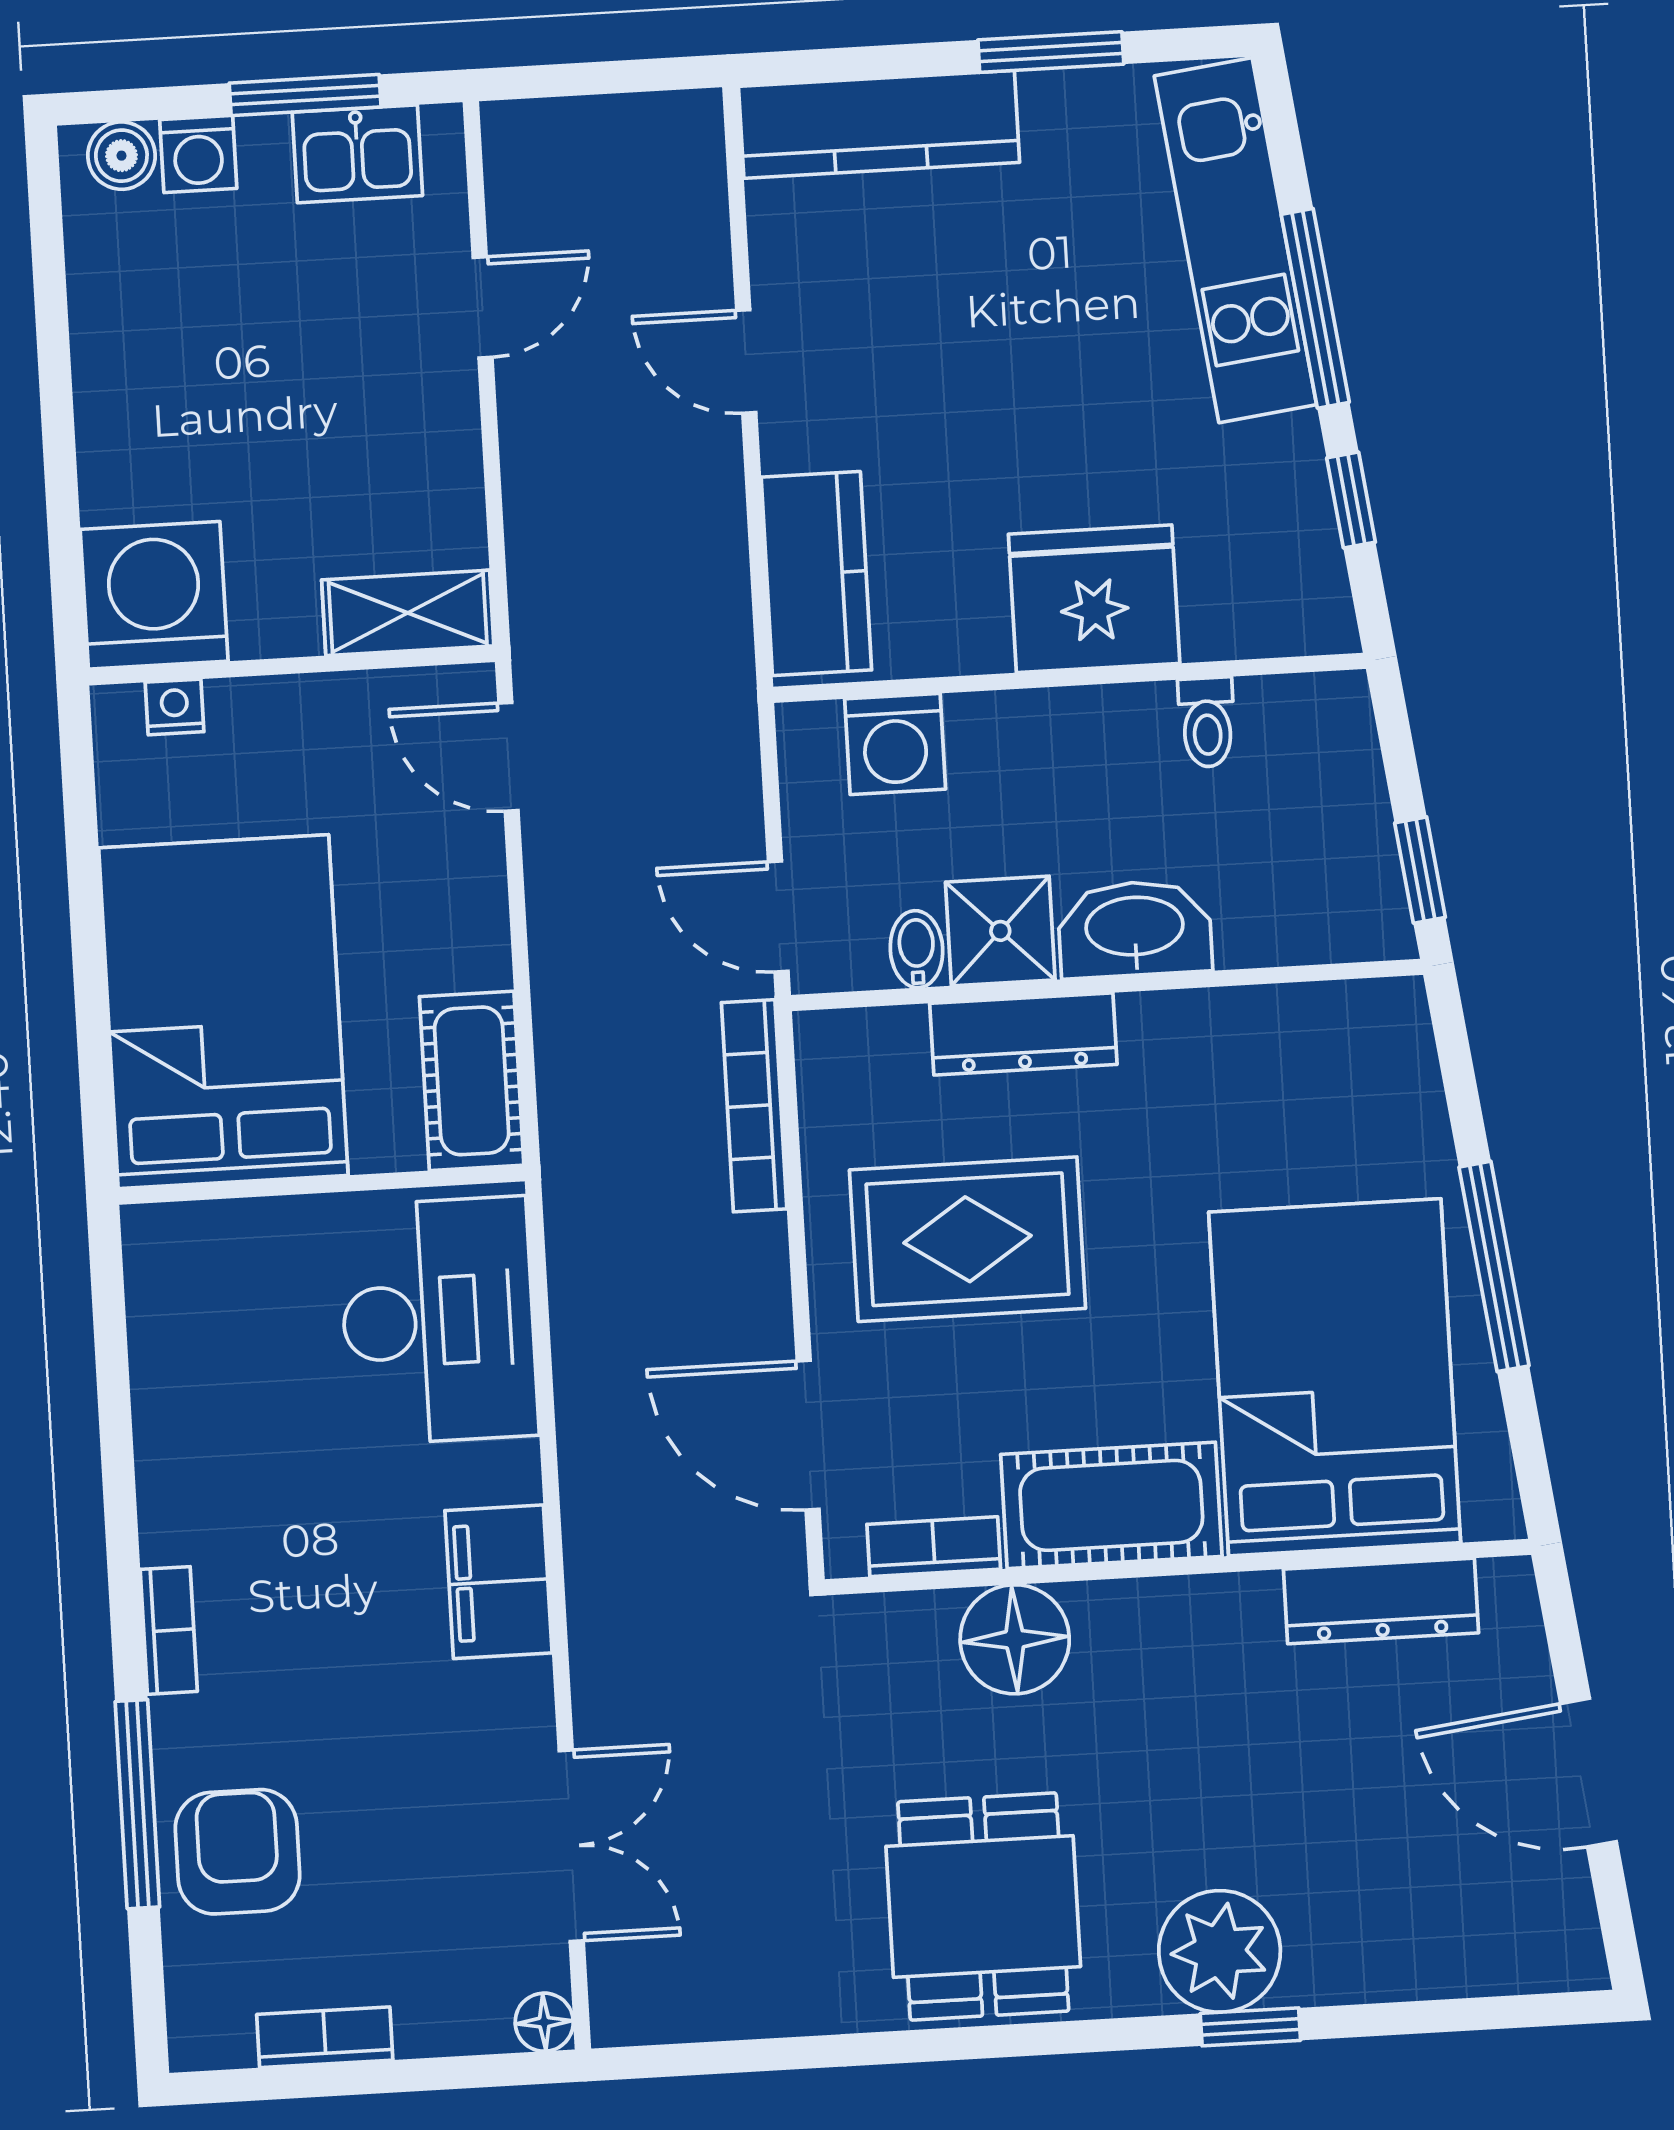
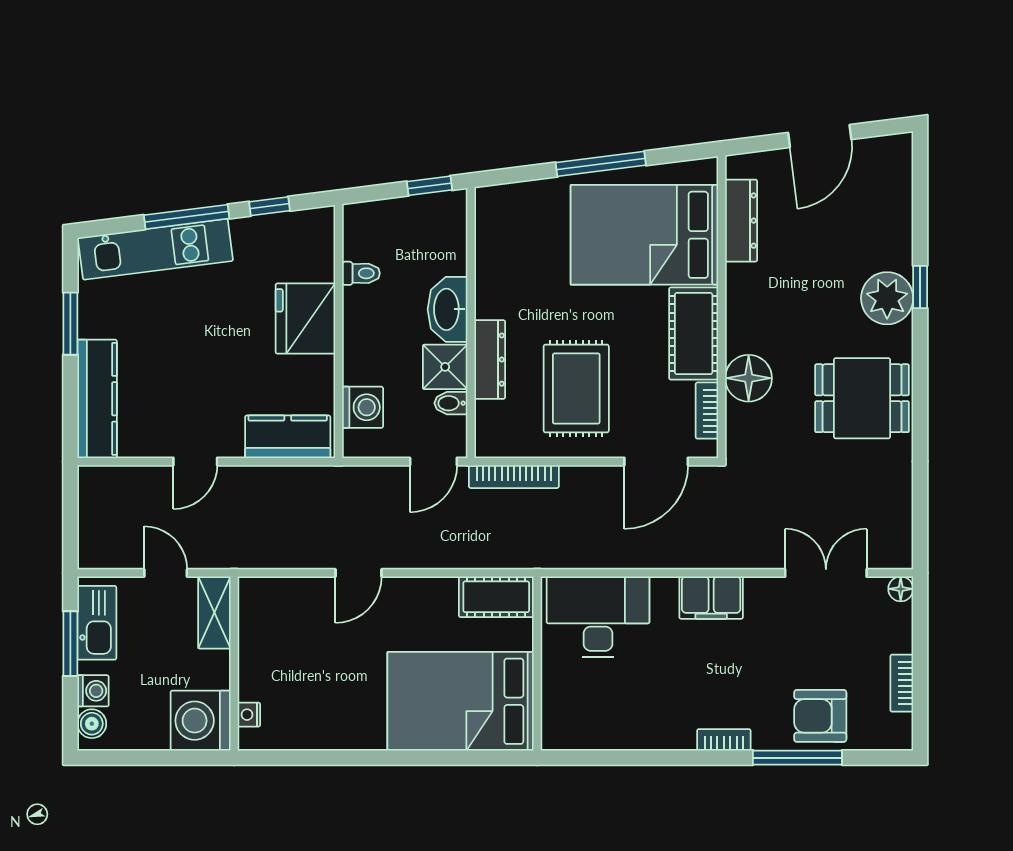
kitchen sink: (357, 154) -> (97, 623), width x1.38
washing machine: (154, 595) -> (201, 721), moved
shelving: (408, 613) -> (214, 613), moved
wall: (292, 666) -> (234, 664), moved
nightstand: (175, 707) -> (249, 715), moved

